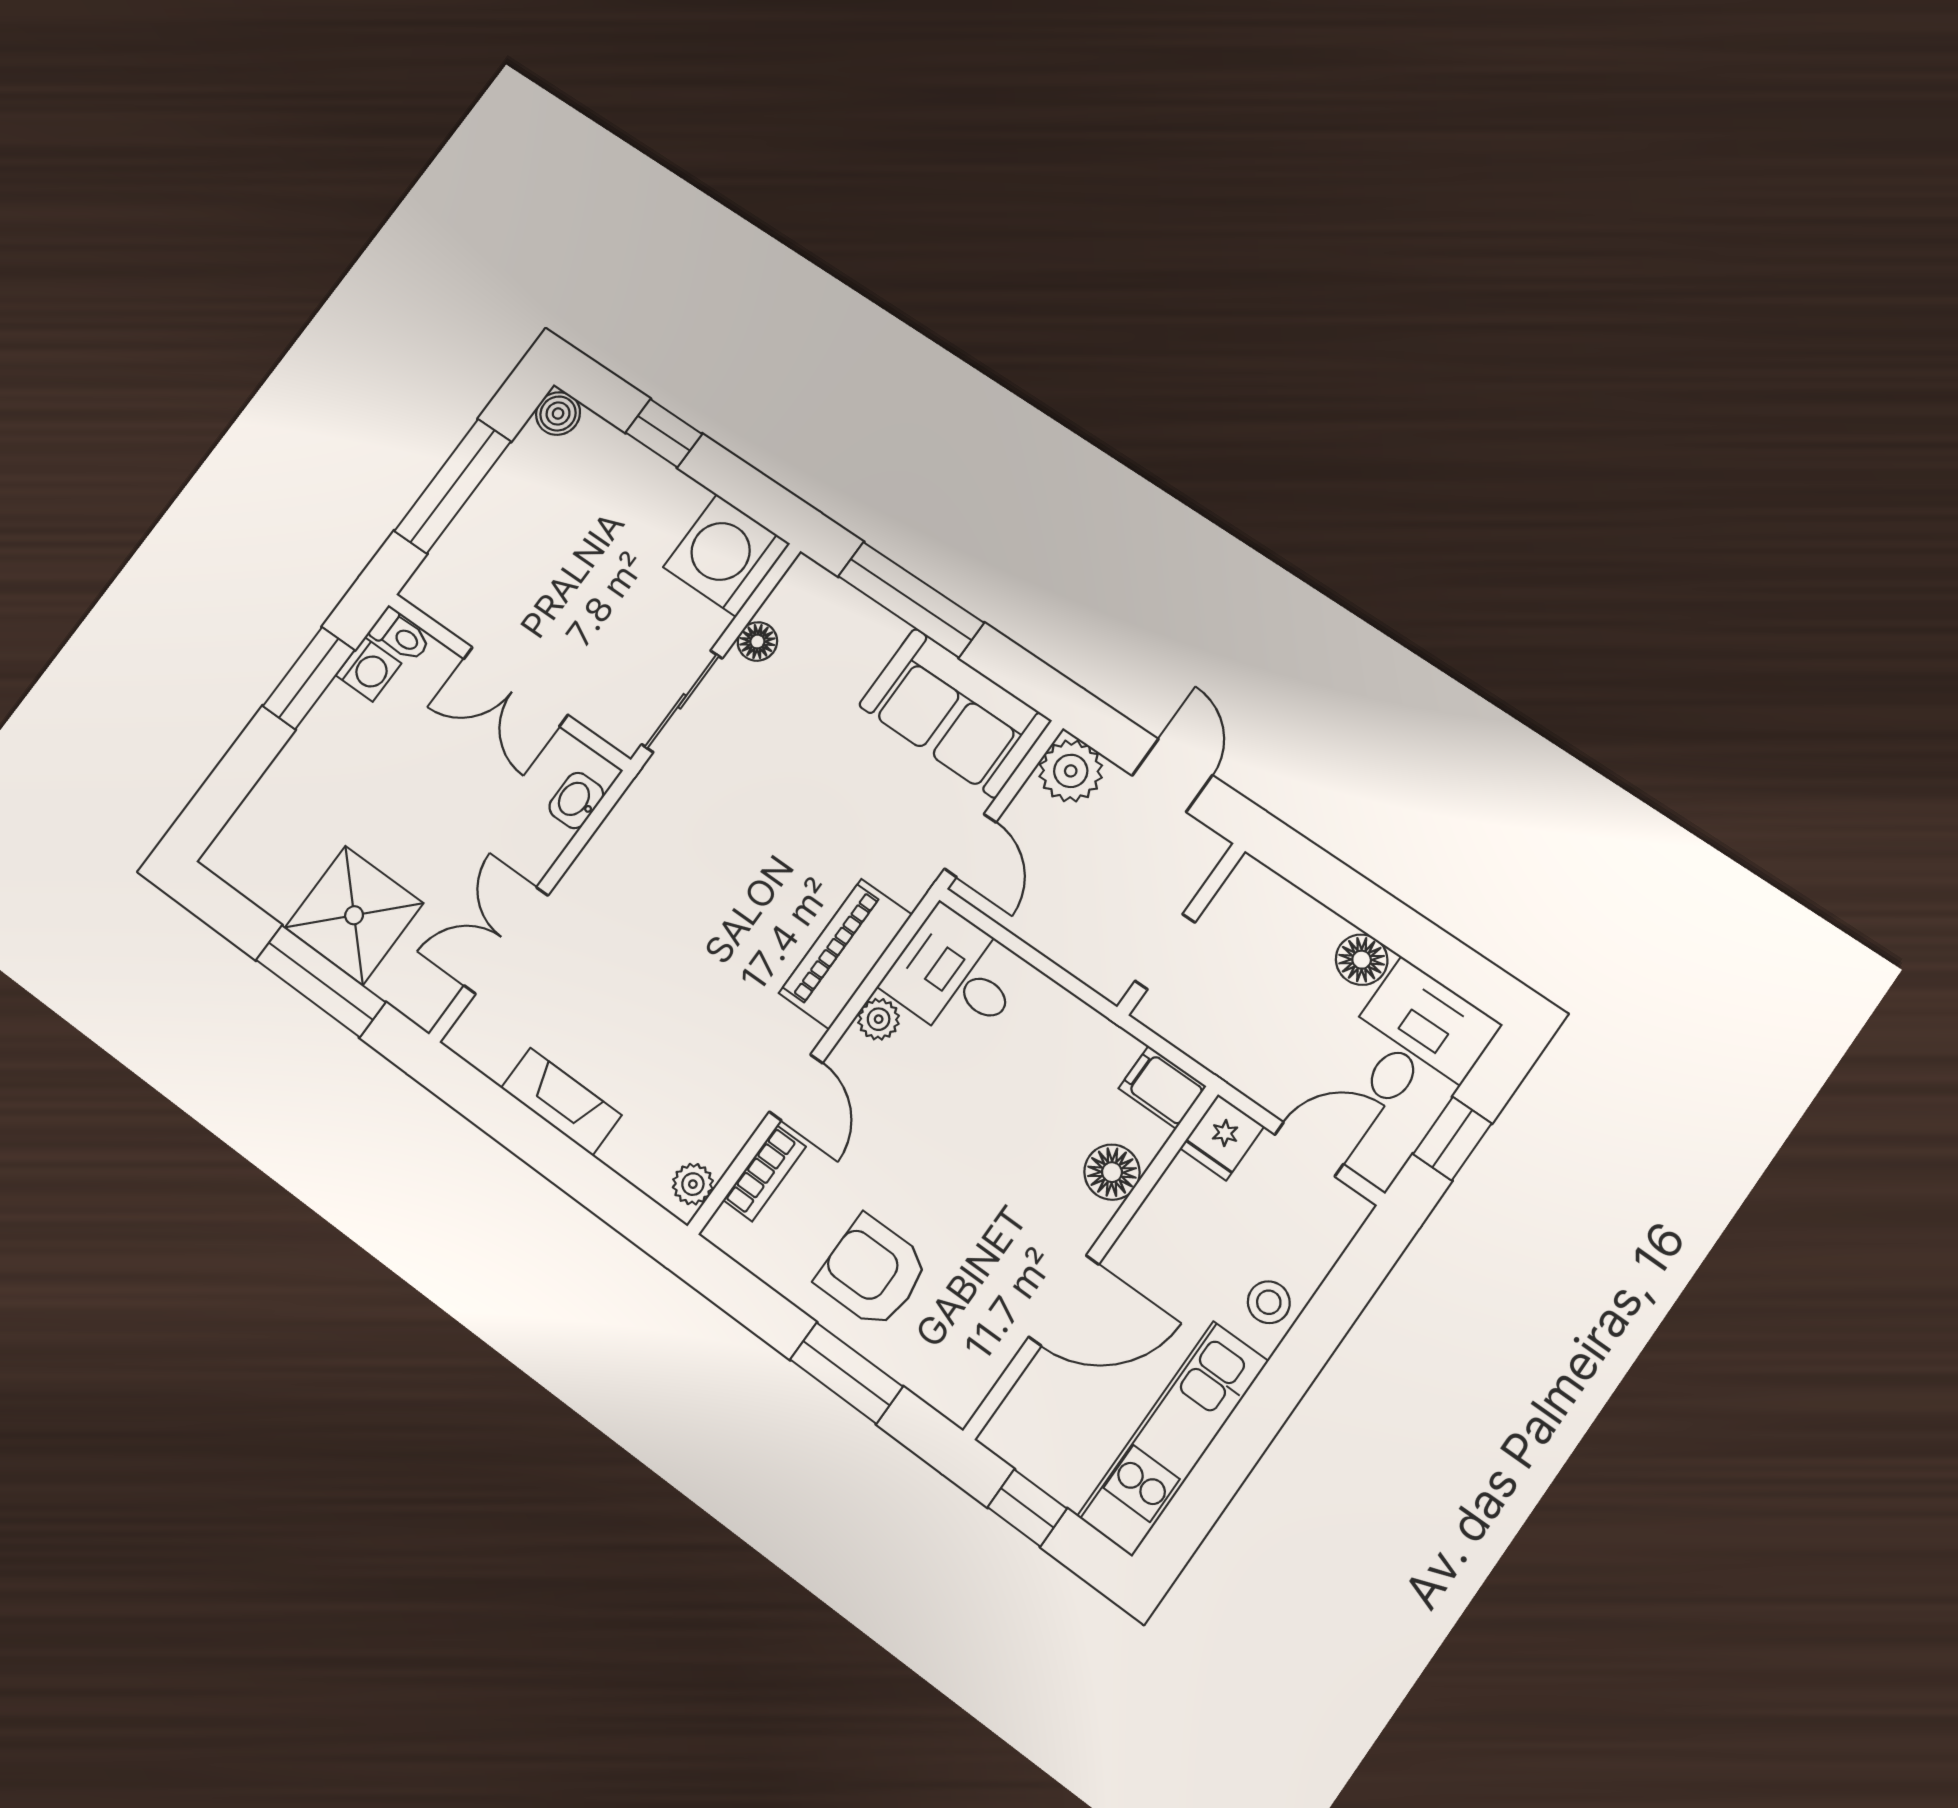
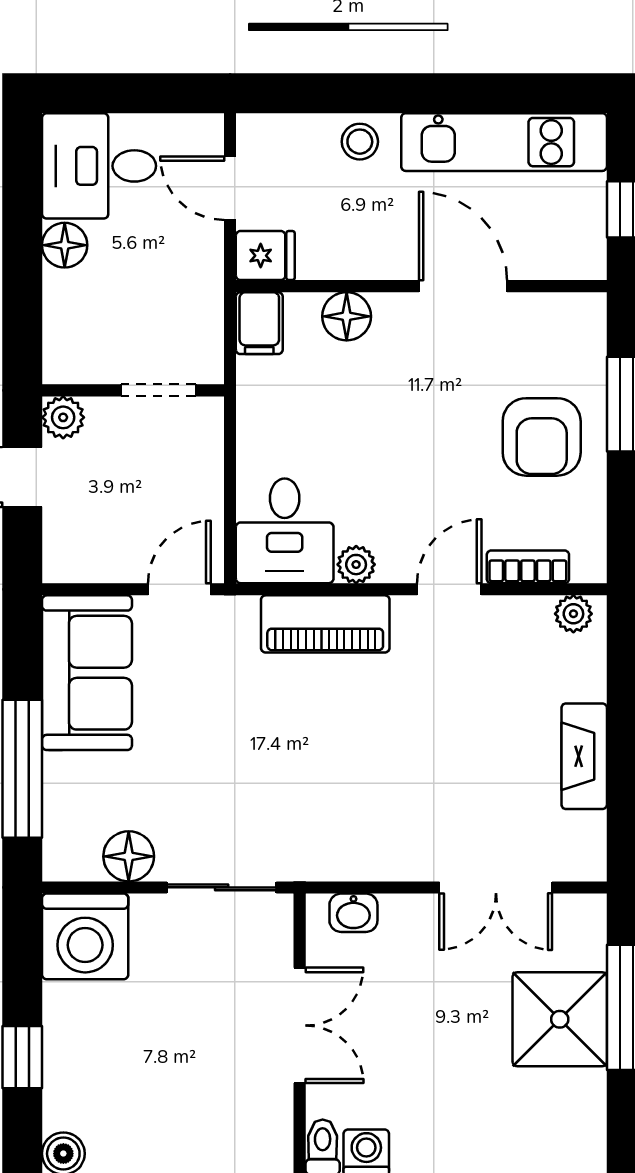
floor lamp: (757, 642) -> (129, 856), width x1.37, depth x1.37
plant: (1071, 771) -> (63, 417), moved, width x0.73, depth x0.73
window: (1452, 1139) -> (151, 93), removed

